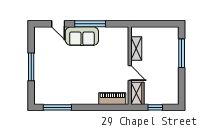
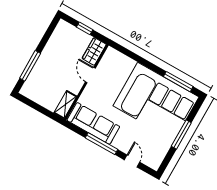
sofa: (82, 36) -> (93, 123), moved, width x1.36
shelving: (136, 49) -> (65, 105), moved
corner sofa: (66, 82) -> (156, 101), added
piano: (112, 99) -> (121, 60), removed

